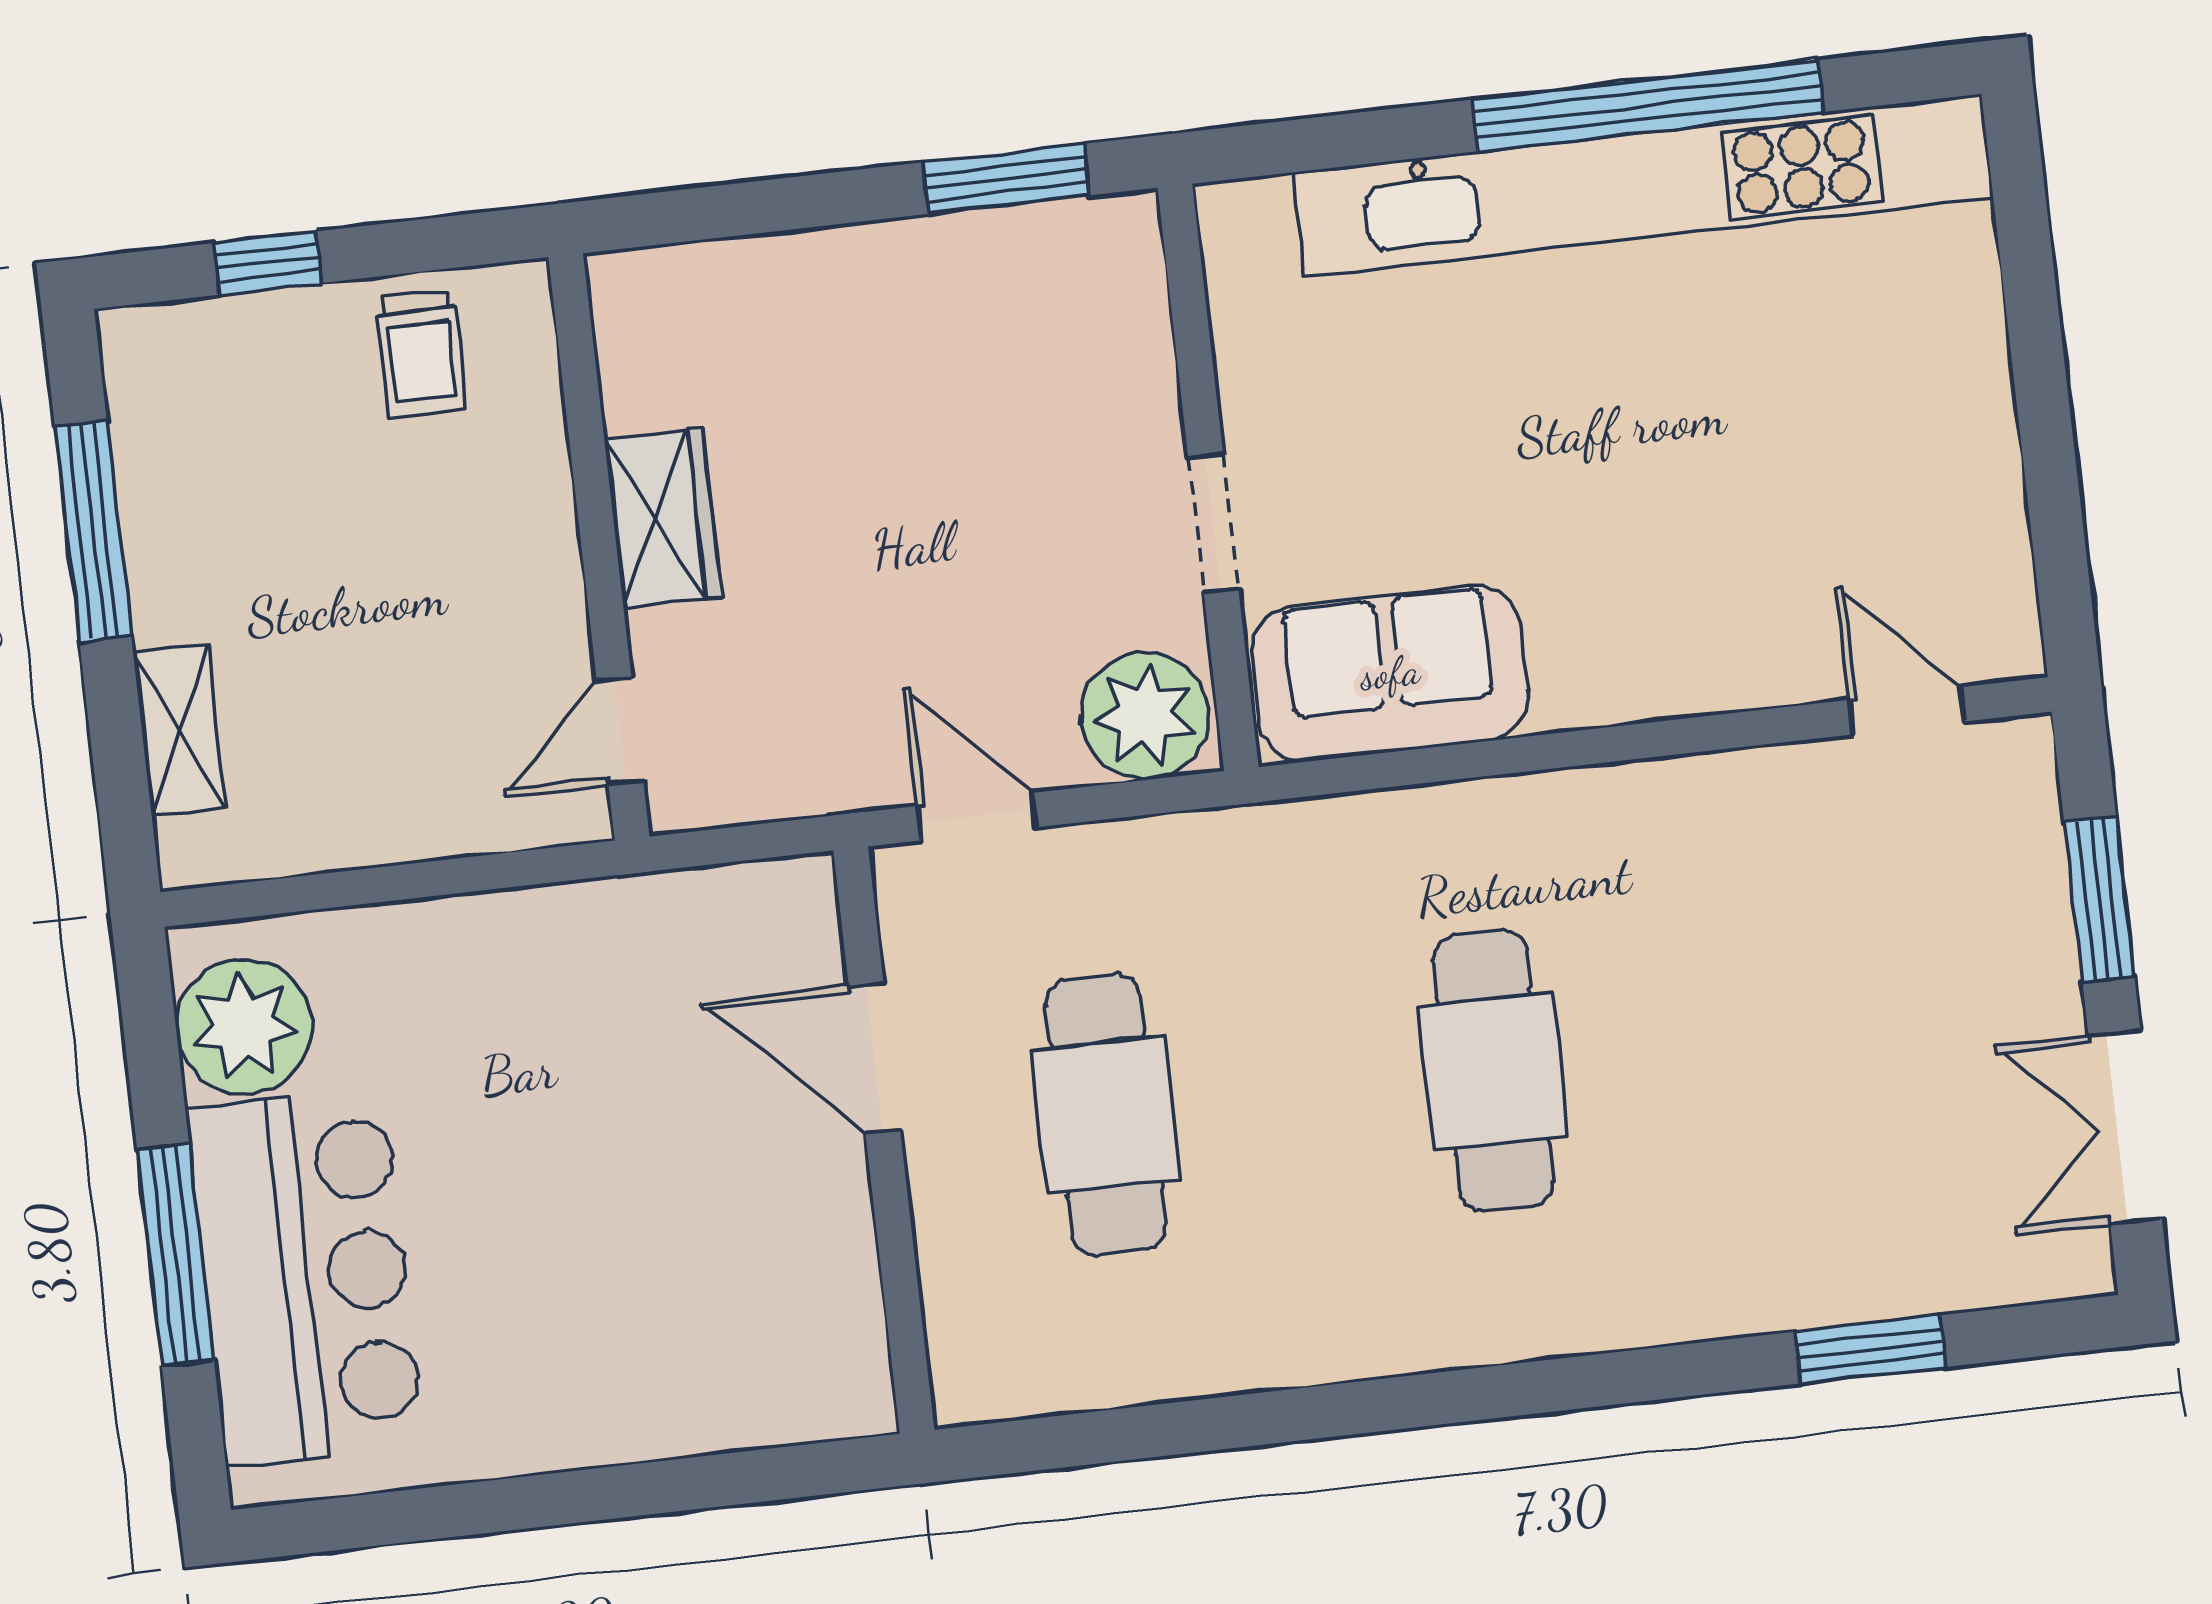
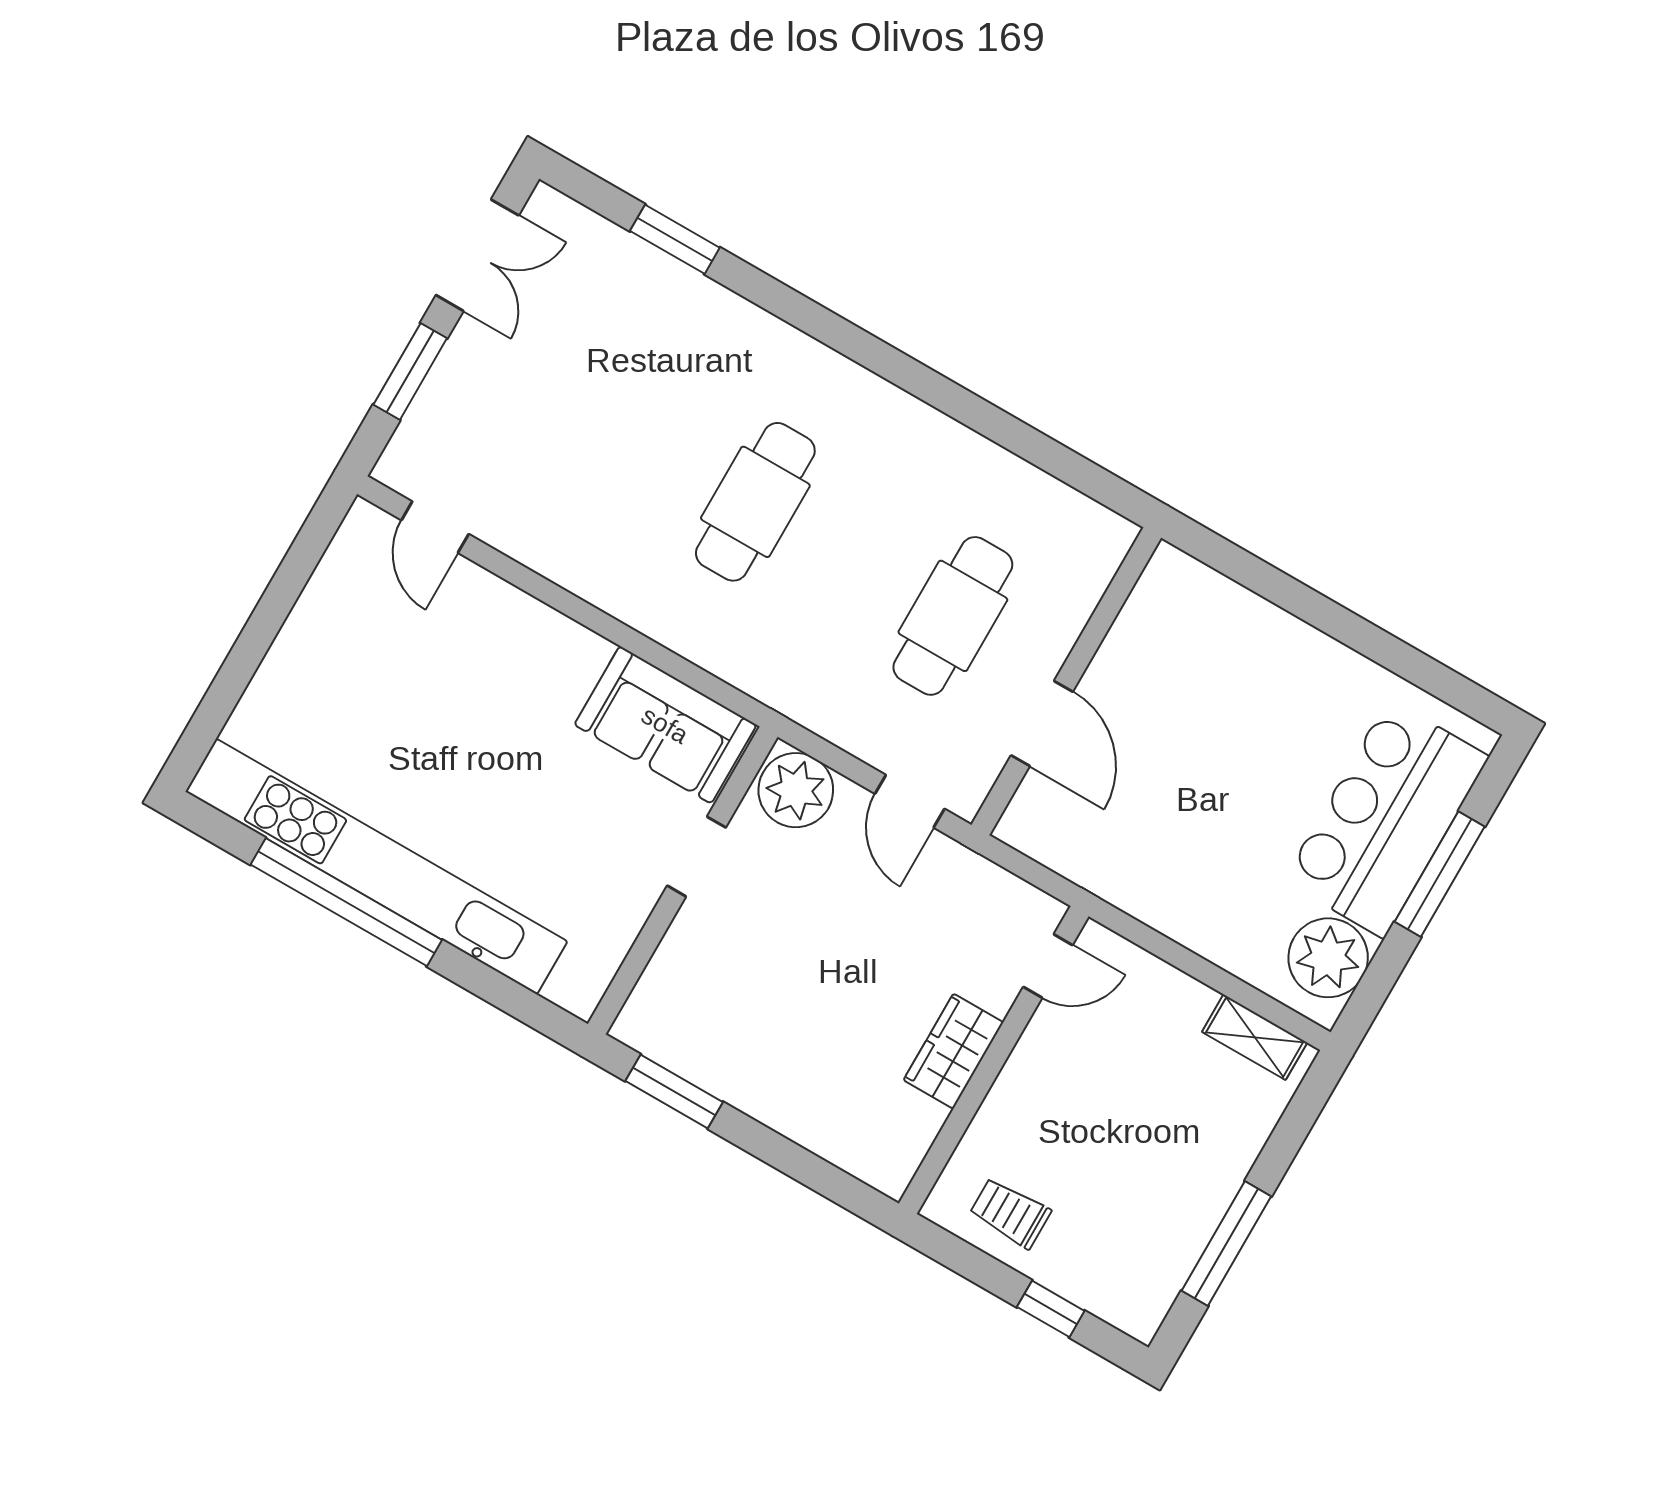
trolley: (421, 354) -> (1010, 1213), turned -90
shelving: (179, 730) -> (1255, 1037), moved, turned 90

